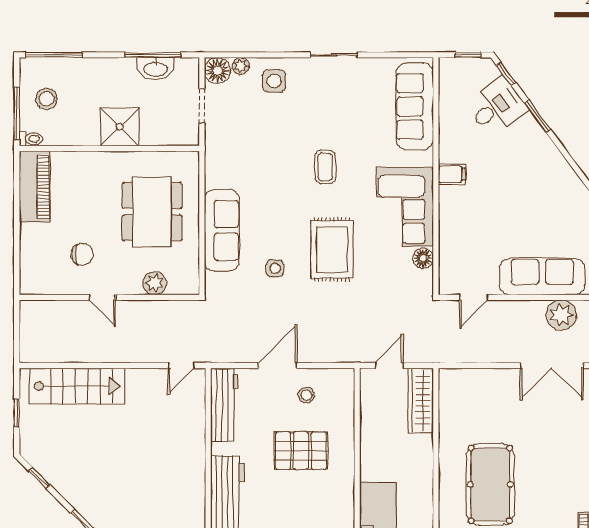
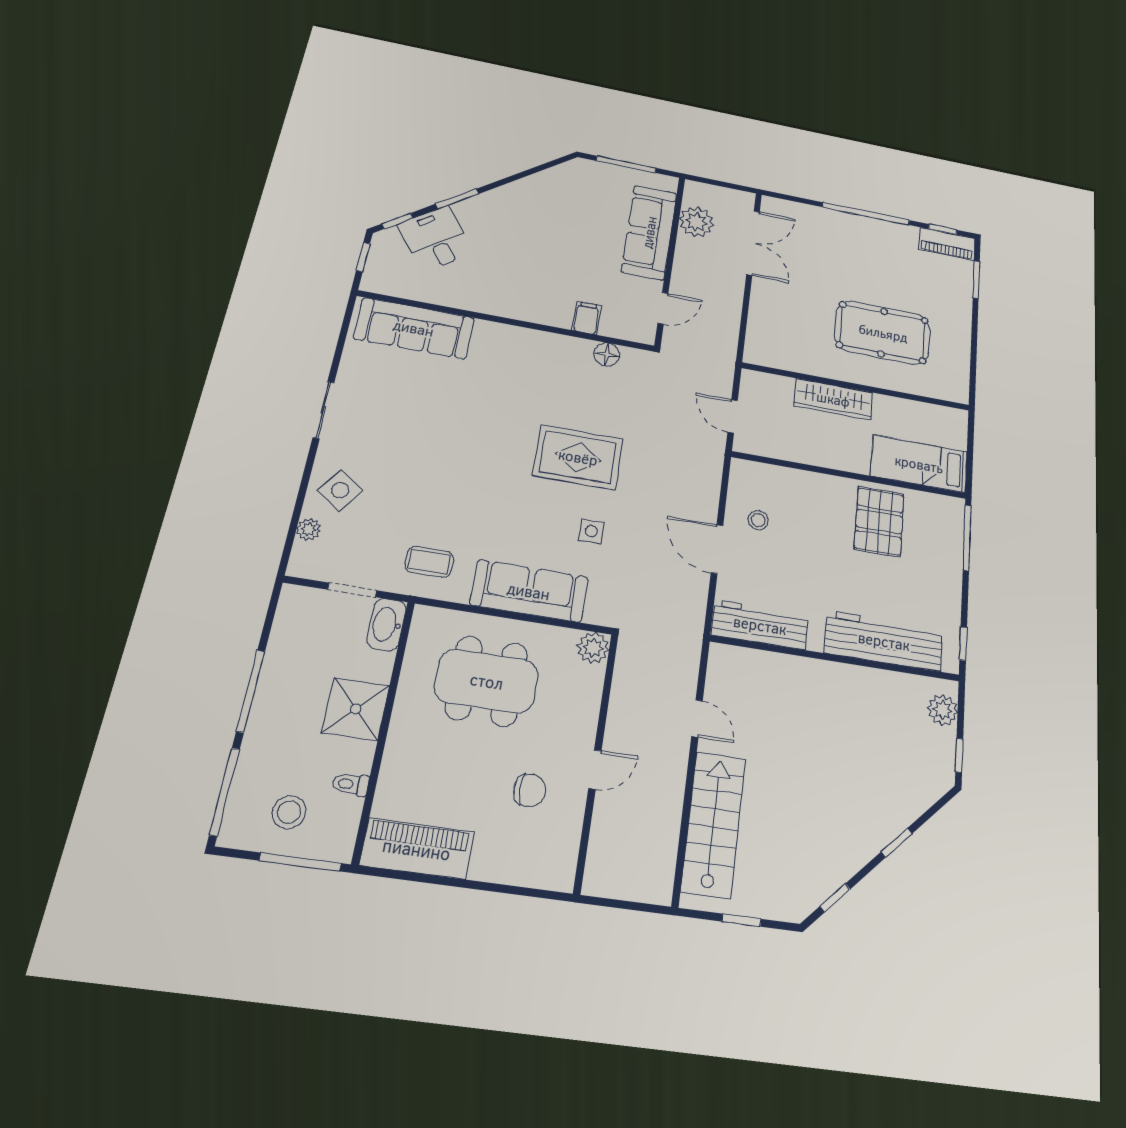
window: (153, 55) -> (251, 691), moved
washbasin: (155, 69) -> (387, 625), moved, turned 180
floor lamp: (217, 71) -> (307, 561), removed
side table: (274, 81) -> (340, 490), turned 35
toilet: (31, 139) -> (351, 784), moved, turned -90
coffee table: (325, 167) -> (429, 562), moved
filing cabinet: (452, 174) -> (587, 318), moved
corner sofa: (405, 207) -> (539, 363), removed
chair: (82, 254) -> (529, 790), turned 90
plant: (155, 283) -> (593, 648), moved
door: (474, 297) -> (663, 308), hinge flipped
door: (181, 365) -> (697, 719), moved
wardrobe: (421, 400) -> (833, 399), moved
pallet: (301, 451) -> (879, 521), moved

